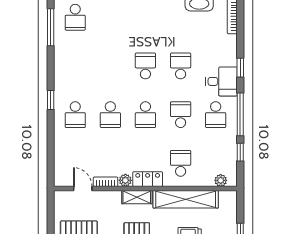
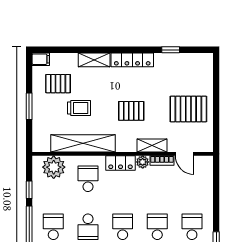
school desk: (181, 163) -> (88, 179), turned 180
plant: (221, 180) -> (54, 167), width x1.87, depth x1.87
shelving: (137, 197) -> (152, 145), moved

